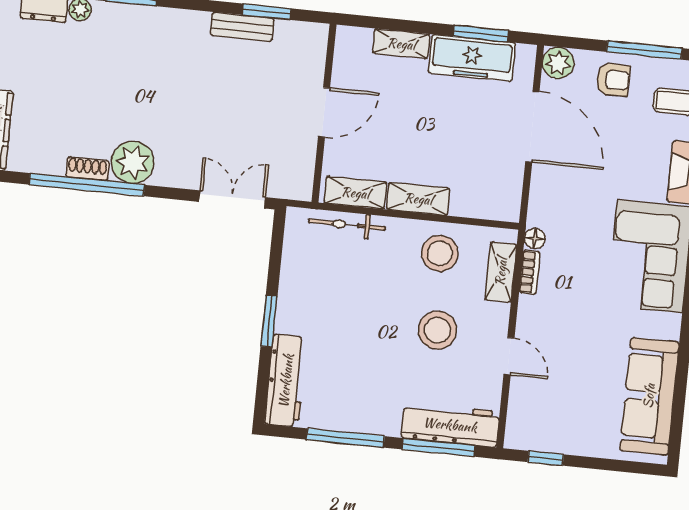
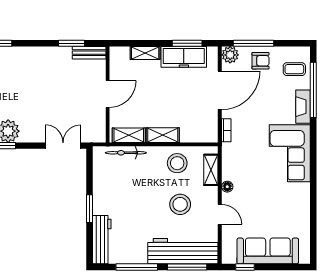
bench: (242, 27) -> (89, 53), moved
window: (644, 50) -> (254, 43), moved
door: (532, 127) -> (220, 90), hinge flipped
floor lamp: (535, 238) -> (227, 187), moved
bookcase: (530, 272) -> (226, 130), moved
sofa: (649, 396) -> (268, 251), moved, turned 90
workbench: (450, 425) -> (183, 251), width x1.36, depth x1.32

